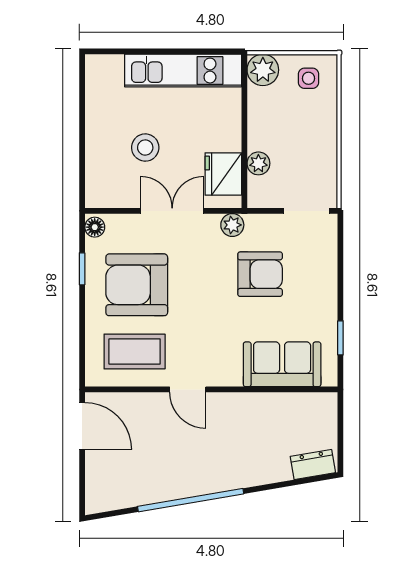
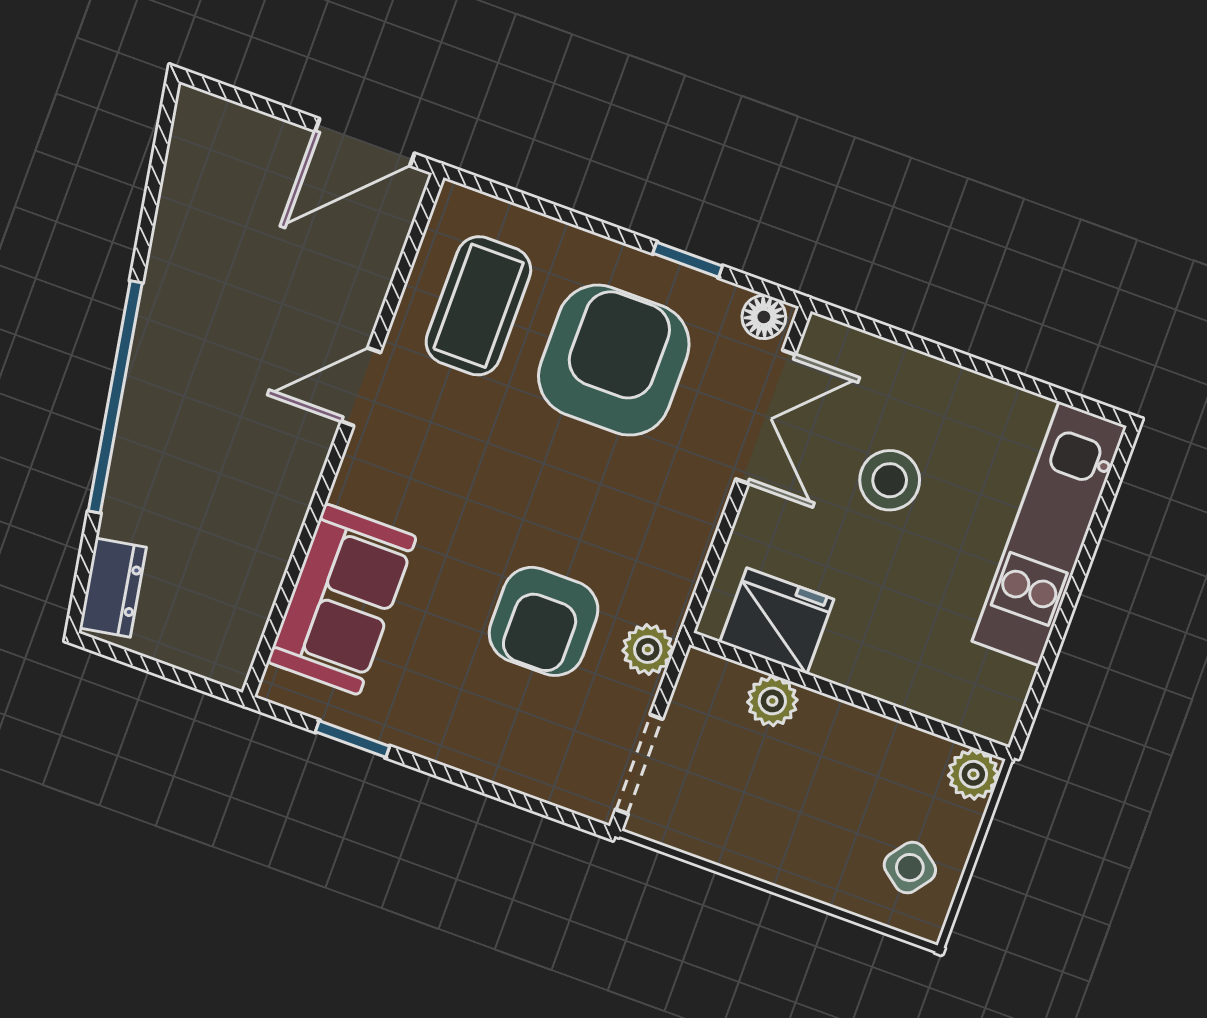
plant: (263, 70) -> (973, 774), width x0.73, depth x0.73
kitchen unit: (183, 71) -> (1049, 534), moved
side table: (308, 78) -> (910, 868), turned 37
double door: (172, 211) -> (766, 417), moved
plant: (232, 225) -> (648, 649), moved
window: (191, 500) -> (115, 397), moved

